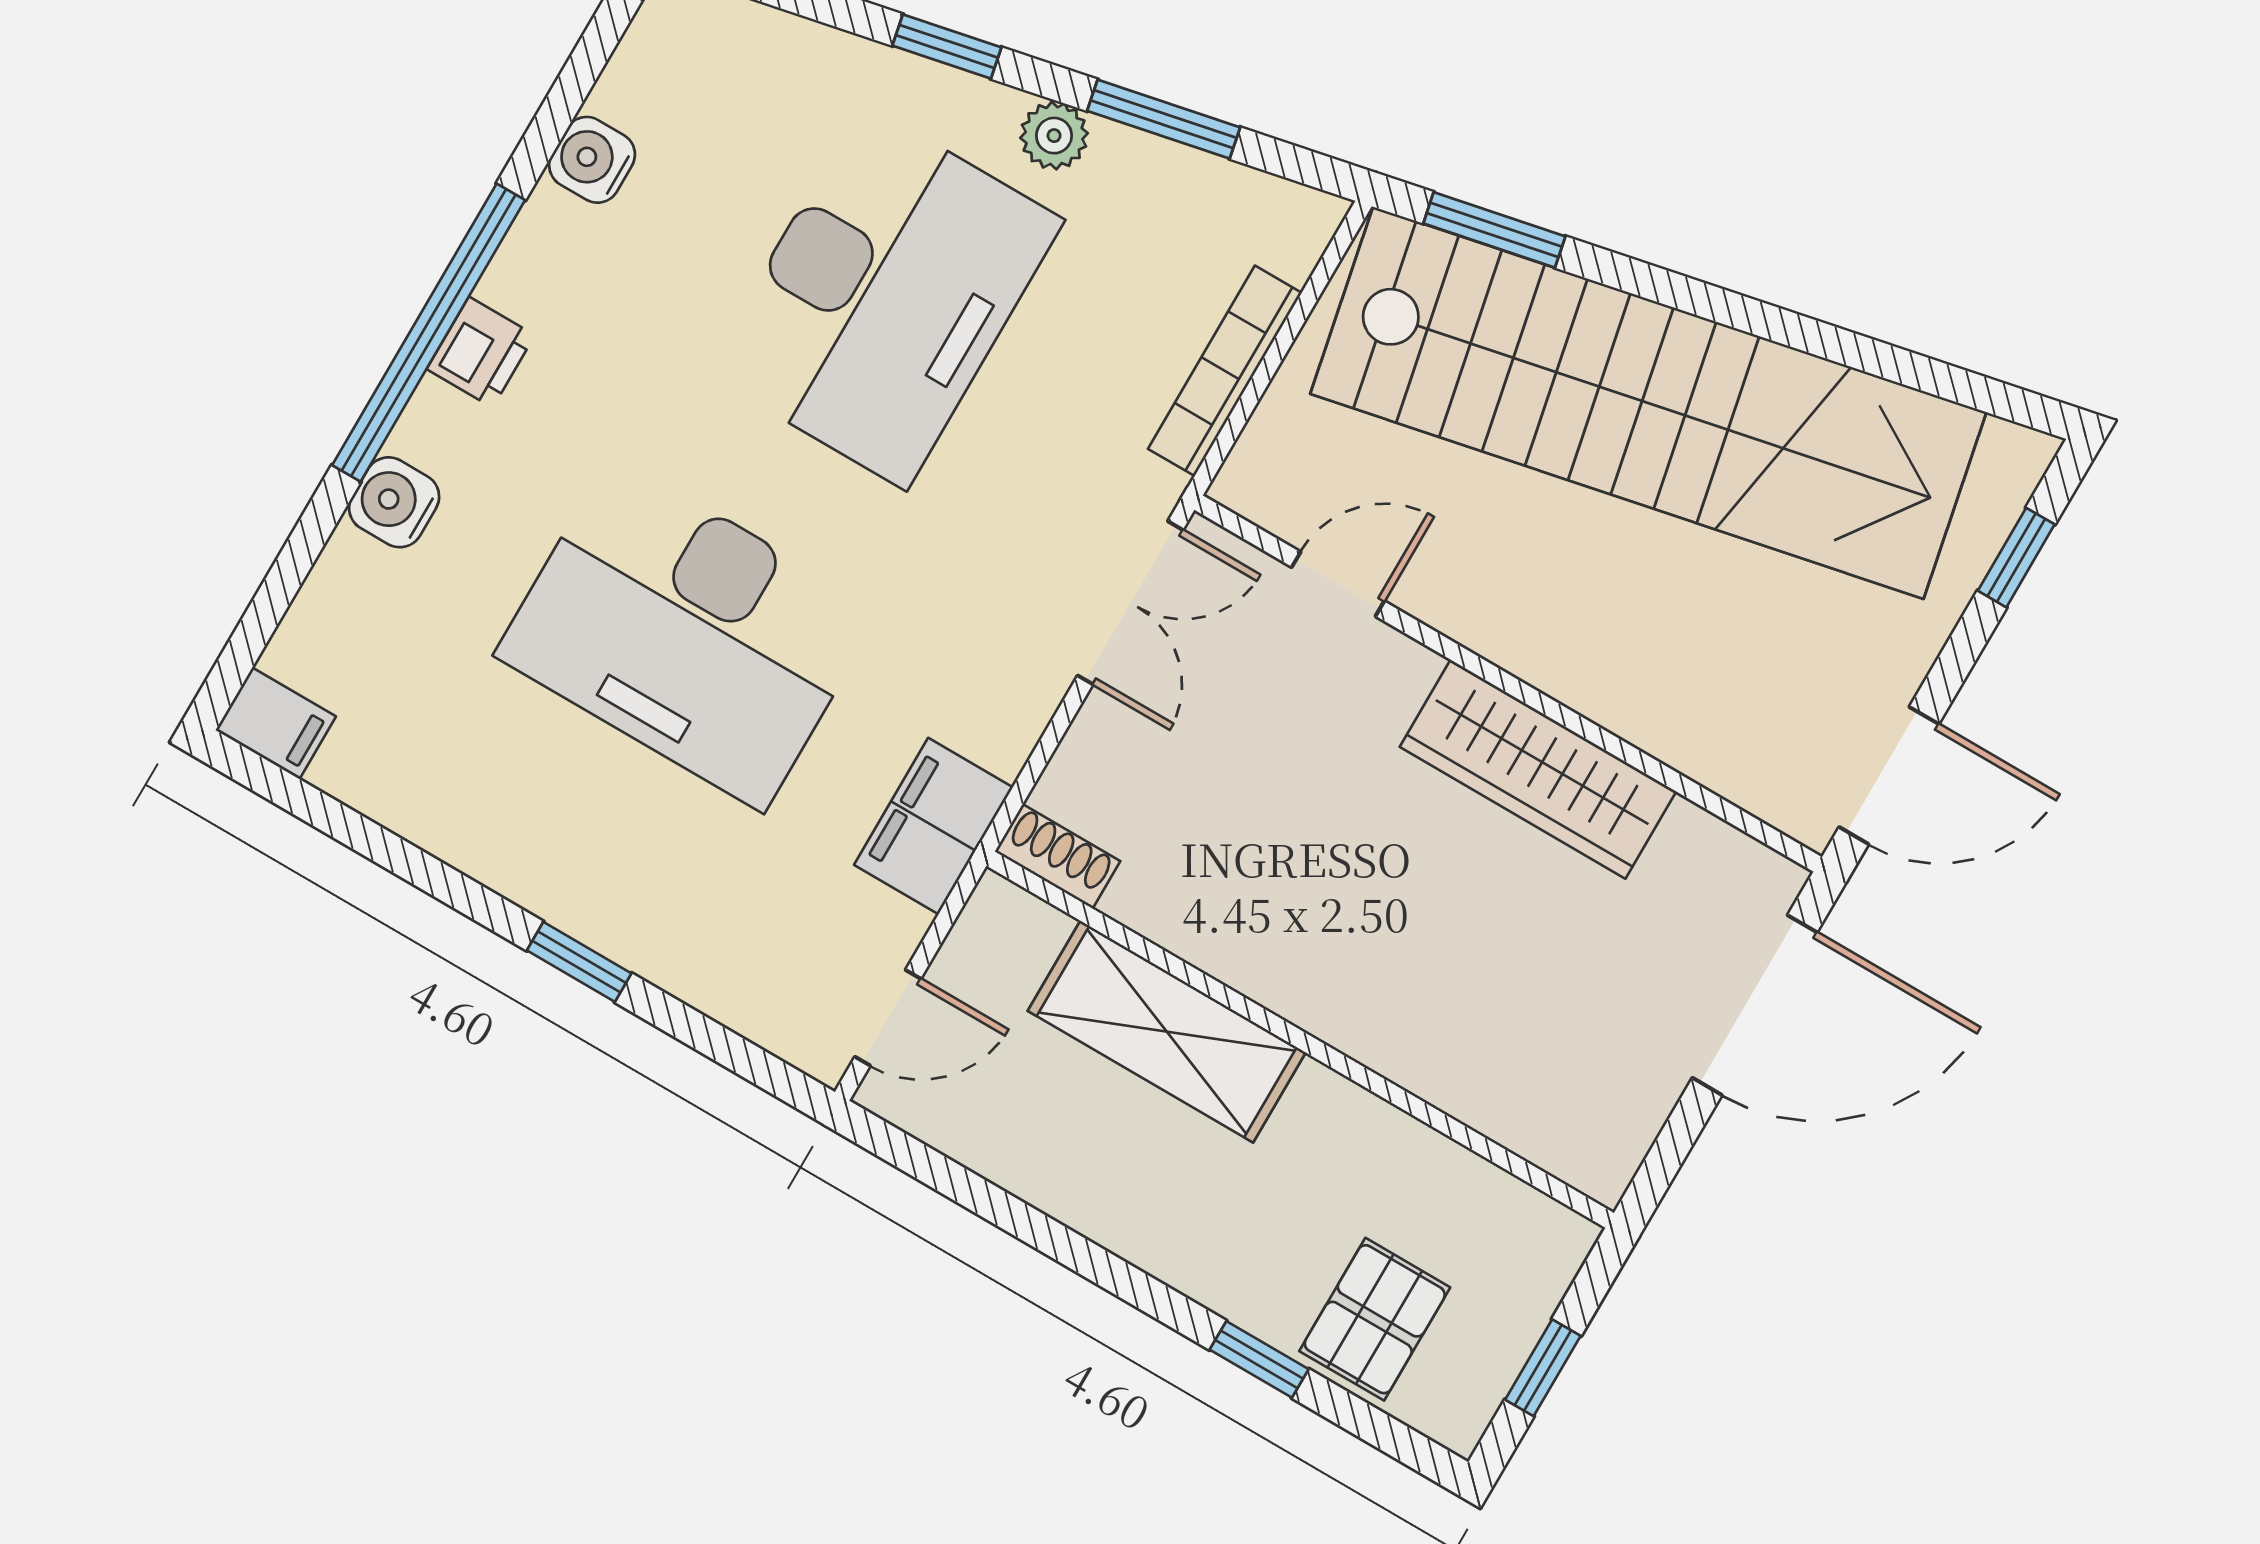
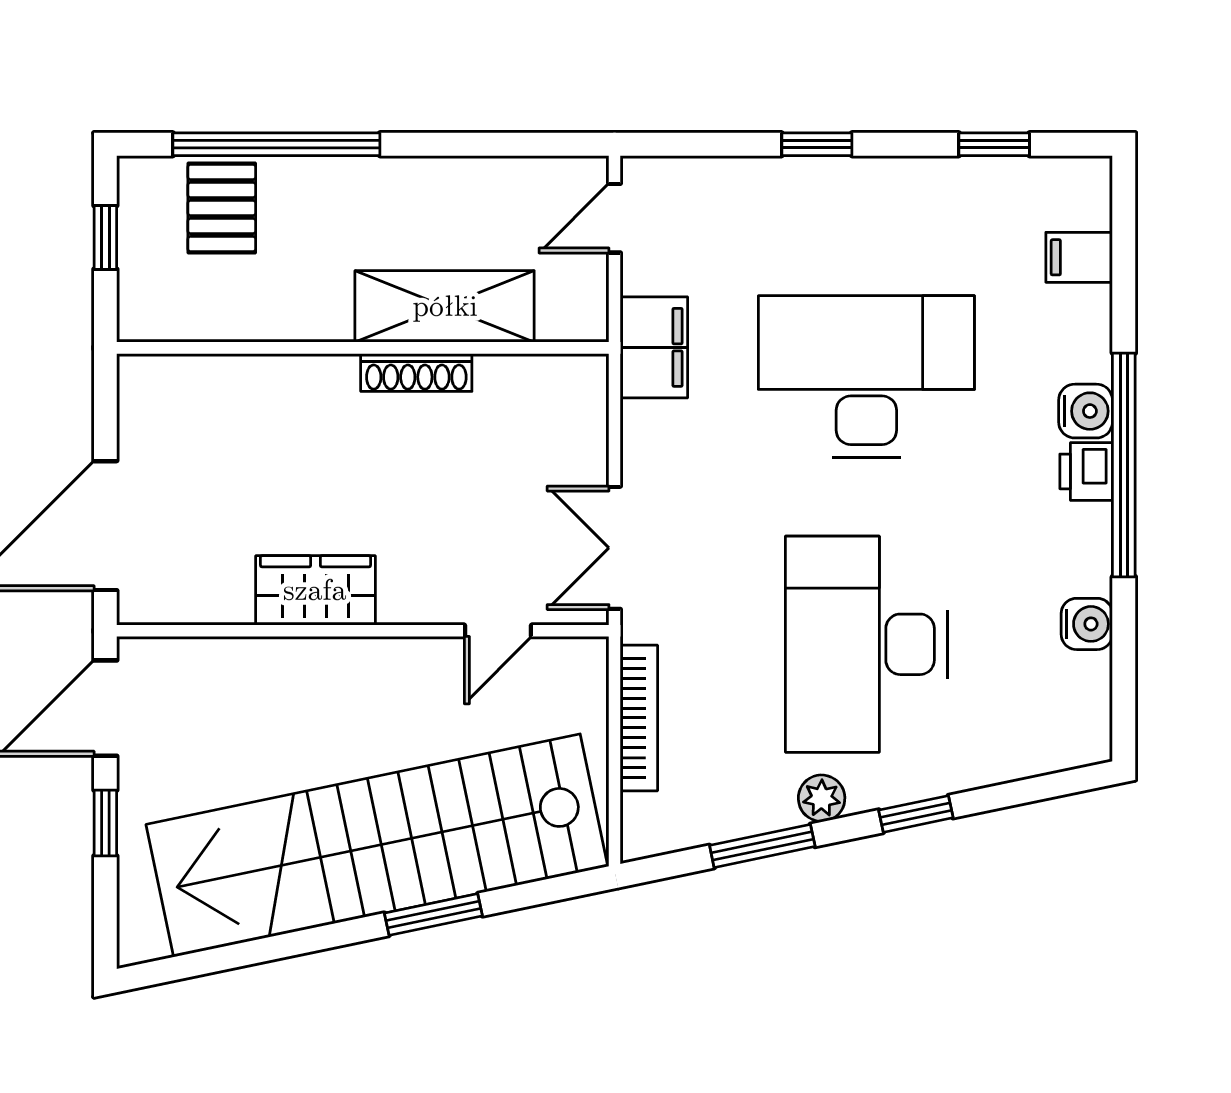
window: (1494, 230) -> (433, 915), moved
water cooler: (394, 502) -> (1086, 411), moved
window: (2016, 558) -> (105, 823), moved
filing cabinet: (276, 723) -> (1079, 257), moved
wardrobe: (1538, 769) -> (315, 590), width x0.67
window: (356, 832) -> (994, 144), added
shoe rack: (1058, 856) -> (416, 372), moved, width x1.43
window: (1259, 1359) -> (276, 144), width x3.17

